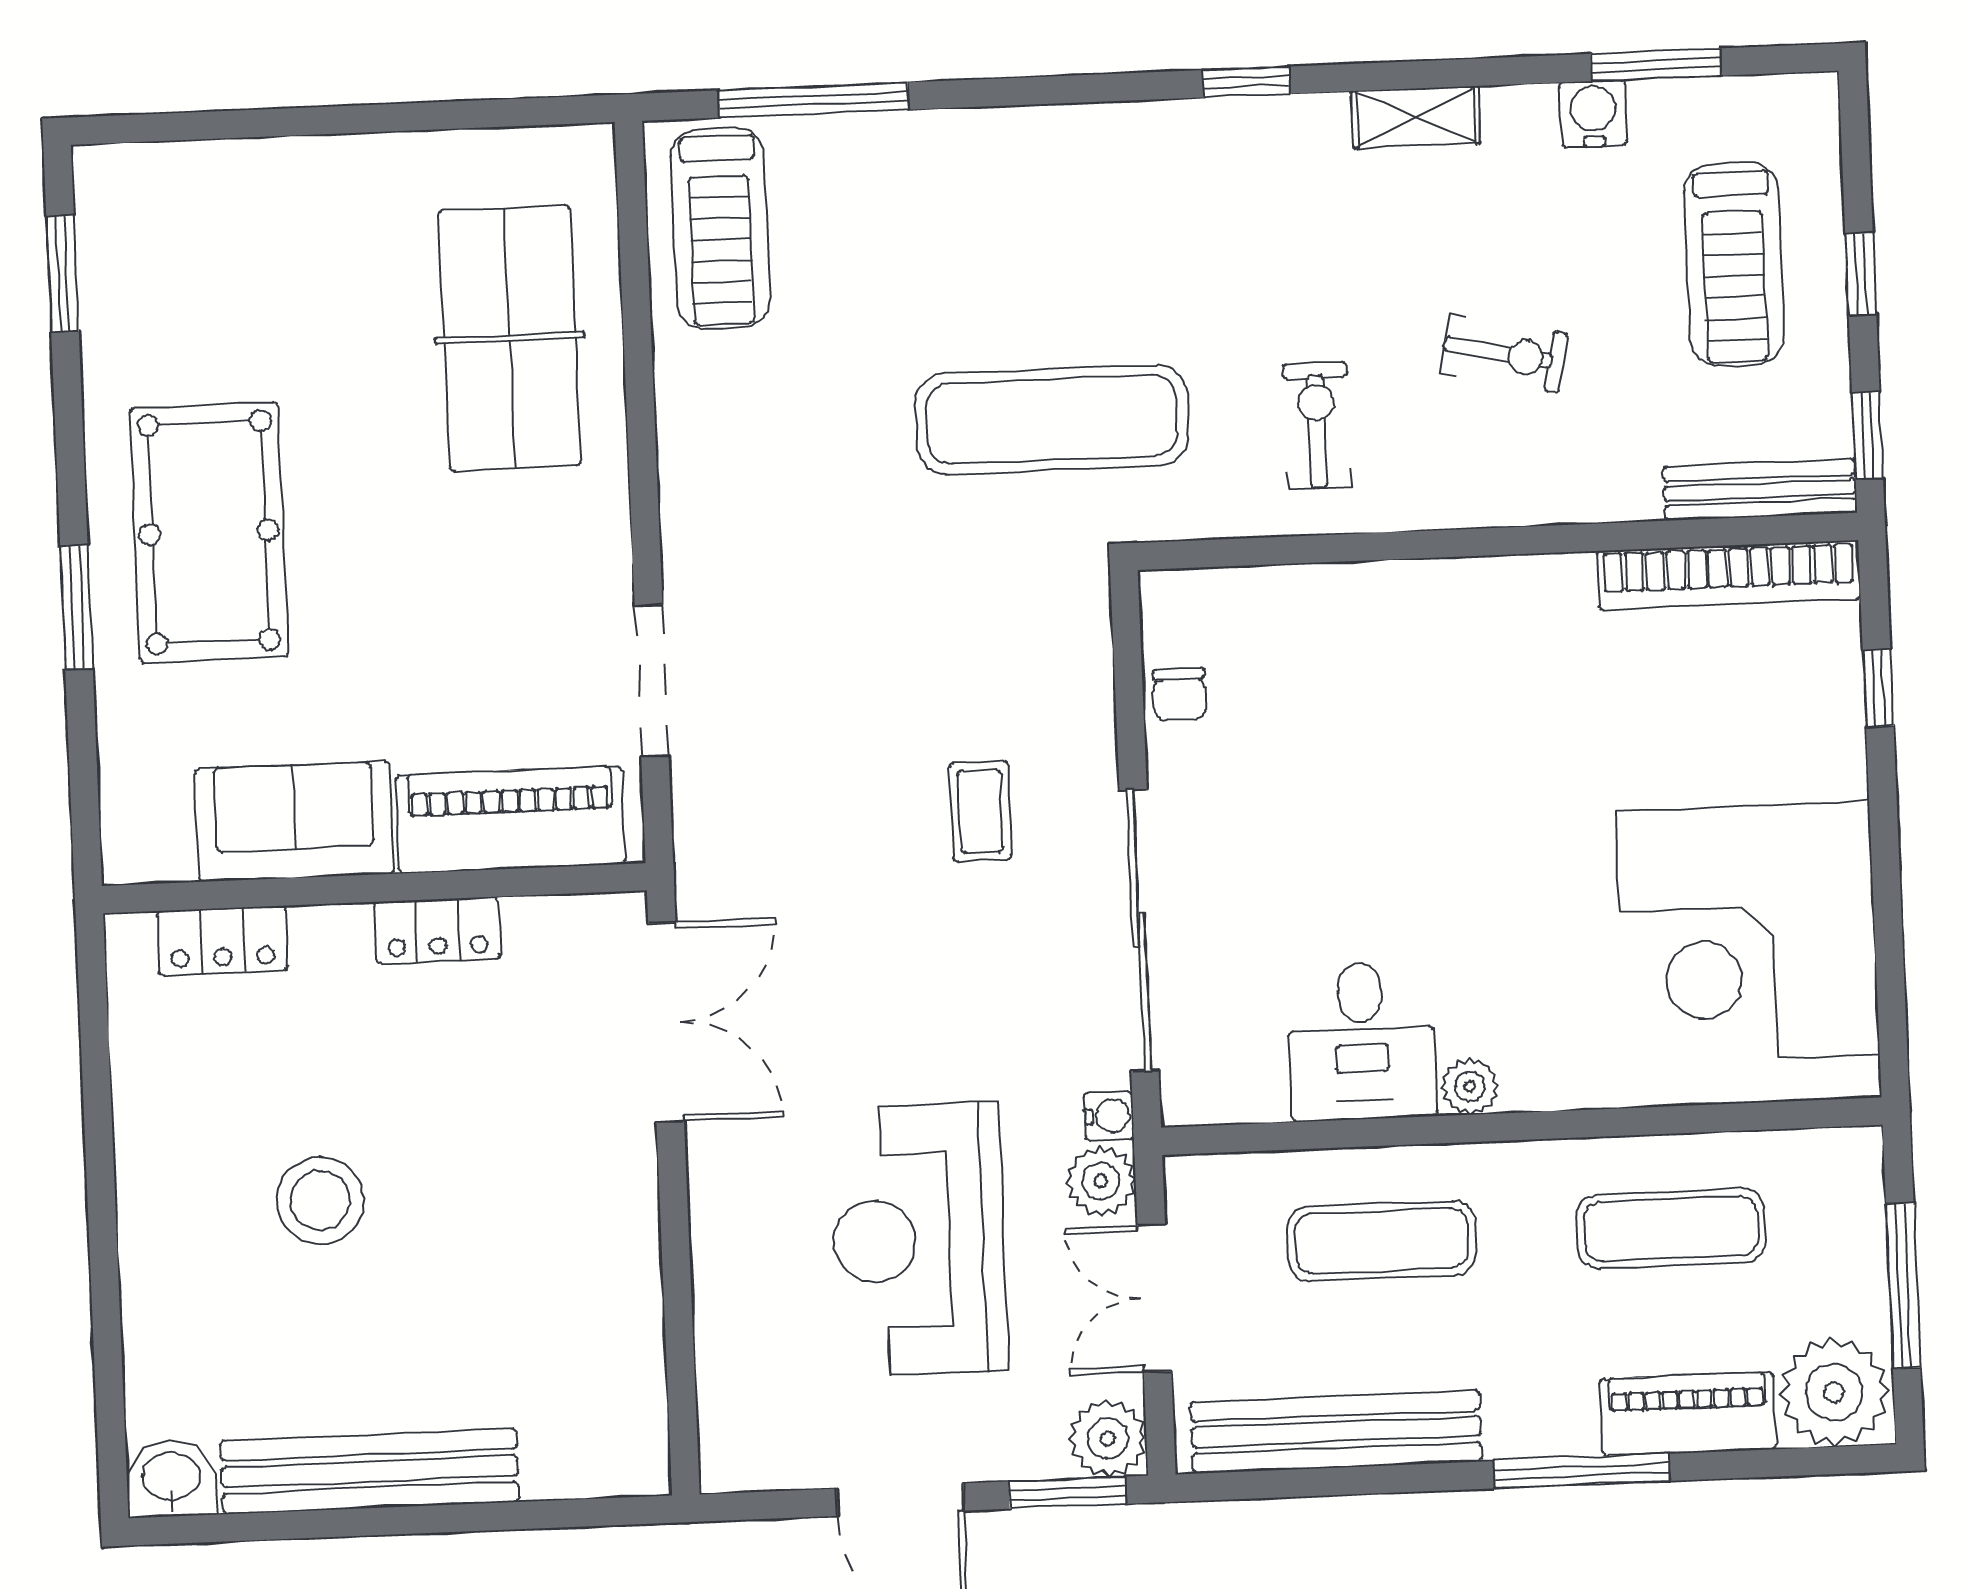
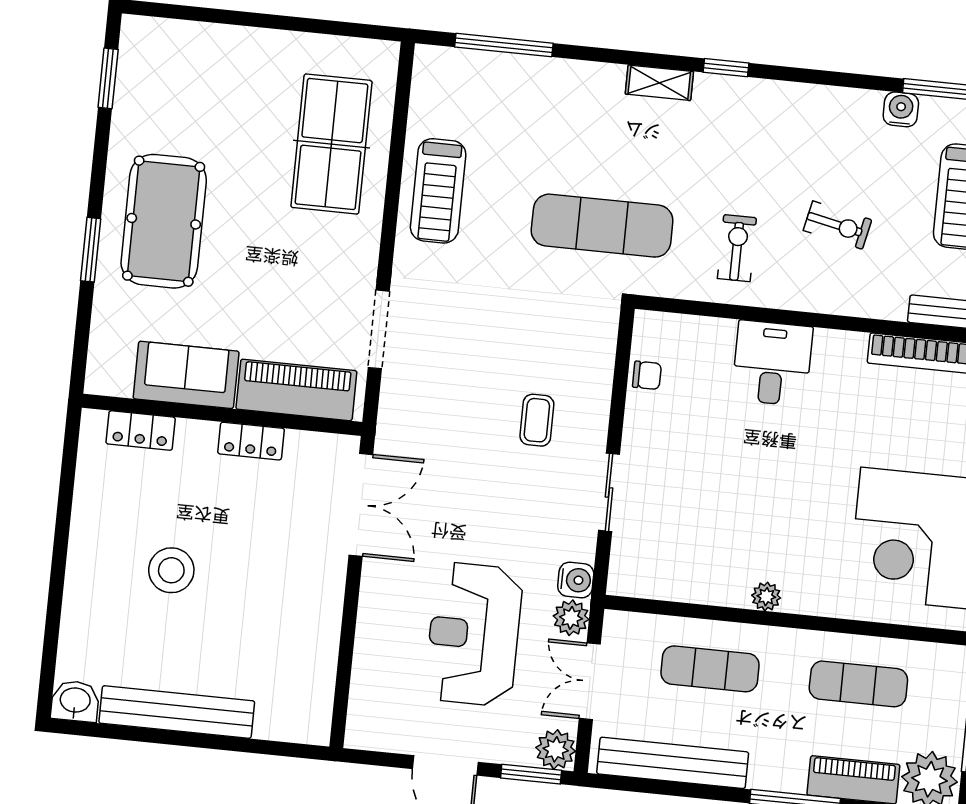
shelving: (1416, 117) -> (659, 83), moved
treadmill: (720, 228) -> (438, 191), moved
chair: (1180, 695) -> (647, 375), turned -90
sliding door: (1139, 930) -> (609, 492), width x0.54
desk: (1362, 1041) -> (772, 363), moved, turned 180
water cooler: (1109, 1116) -> (576, 580), width x1.38, depth x1.38

